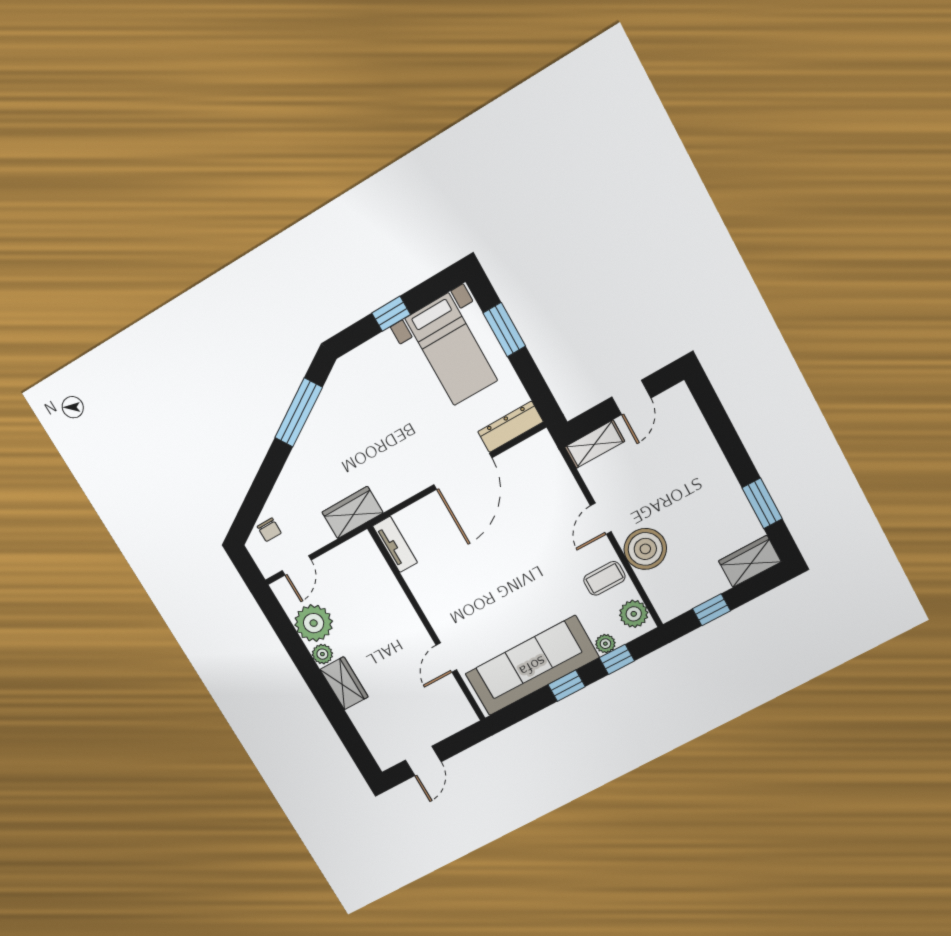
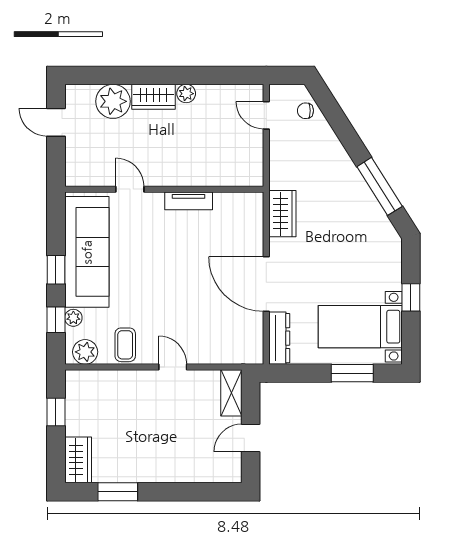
door: (631, 398) -> (251, 438), hinge flipped
wardrobe: (352, 512) -> (282, 214), moved
tv unit: (395, 544) -> (189, 201), moved
boiler: (645, 549) -> (131, 388), removed
plant: (314, 623) -> (113, 101), moved

